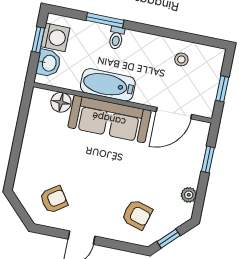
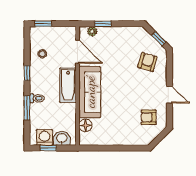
window: (157, 31) -> (27, 73), added
bathtub: (108, 85) -> (68, 85), moved
window: (222, 89) -> (43, 24), moved
plant: (189, 195) -> (92, 31), moved
armchair: (54, 199) -> (149, 117), turned -56

